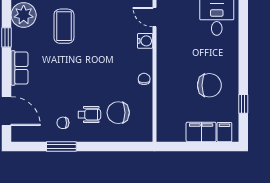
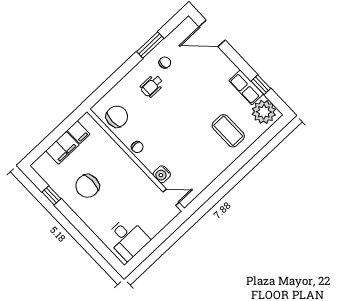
row of seats: (19, 68) -> (246, 87), moved
chair: (118, 113) -> (117, 117), moved
filing cabinet: (224, 132) -> (79, 132), moved

